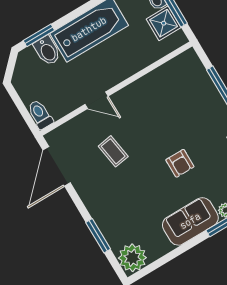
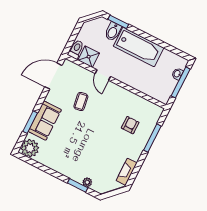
shower: (164, 23) -> (89, 57), moved
armchair: (180, 163) -> (130, 125), moved, turned 180
sofa: (190, 221) -> (45, 121), moved, turned 90

